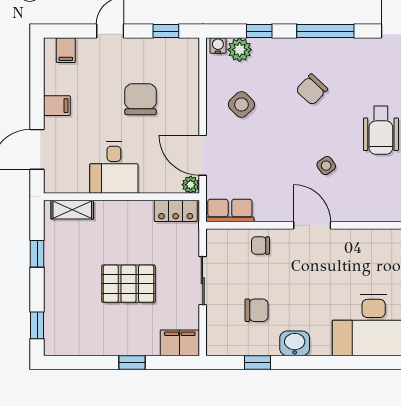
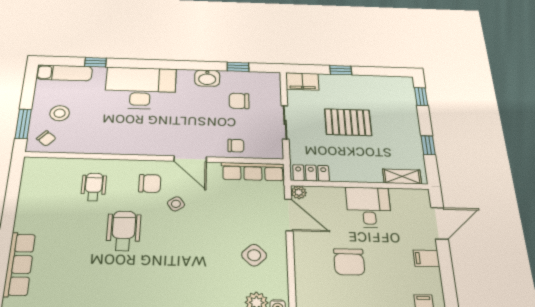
chair: (312, 90) -> (150, 183), moved, turned 47
row of seats: (230, 211) -> (253, 172), width x1.48

